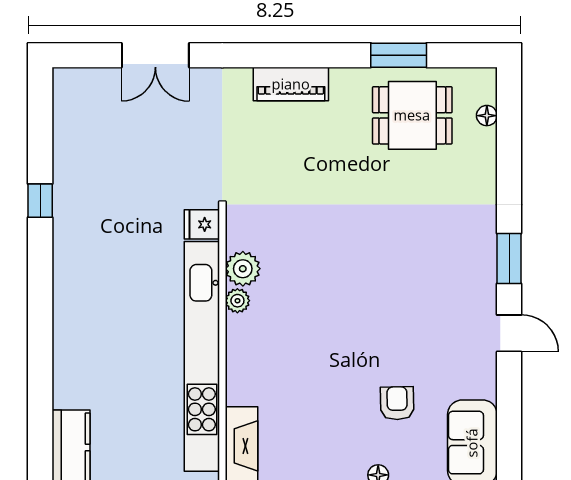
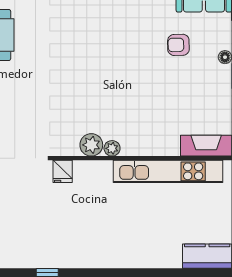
kitchen unit: (202, 356) -> (168, 171), width x0.73

